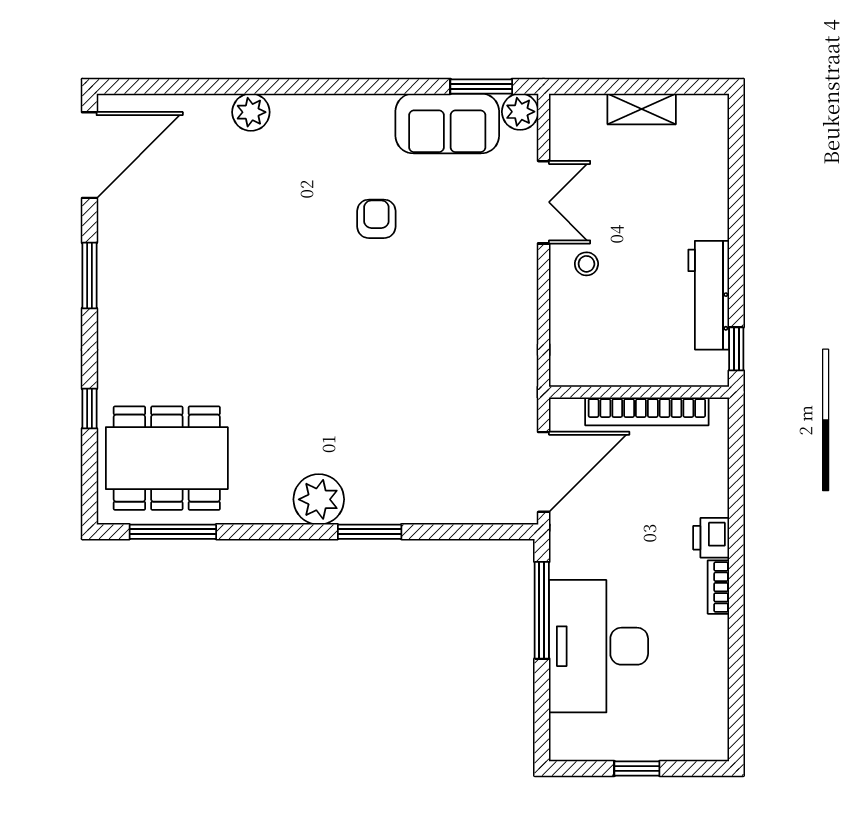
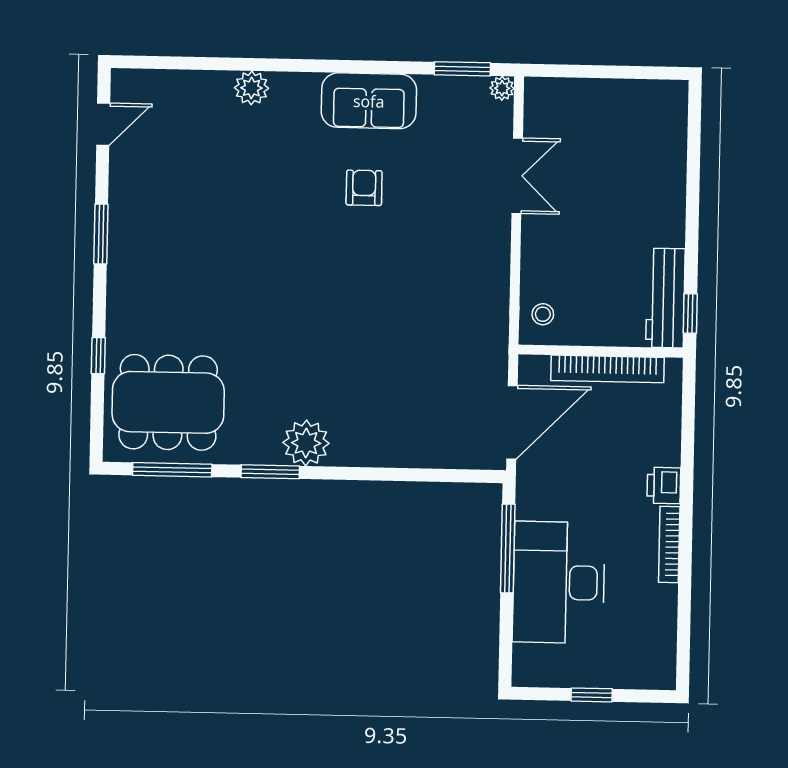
shelving: (642, 109) -> (609, 92), removed
plant: (520, 112) -> (502, 88), width x0.73, depth x0.73
sofa: (447, 123) -> (369, 101), moved
door: (89, 155) -> (103, 124), width x0.53
stool: (586, 264) -> (543, 314), moved
workbench: (709, 295) -> (665, 298), moved
window: (370, 532) -> (270, 472), moved
bookcase: (718, 587) -> (669, 544), width x1.56

